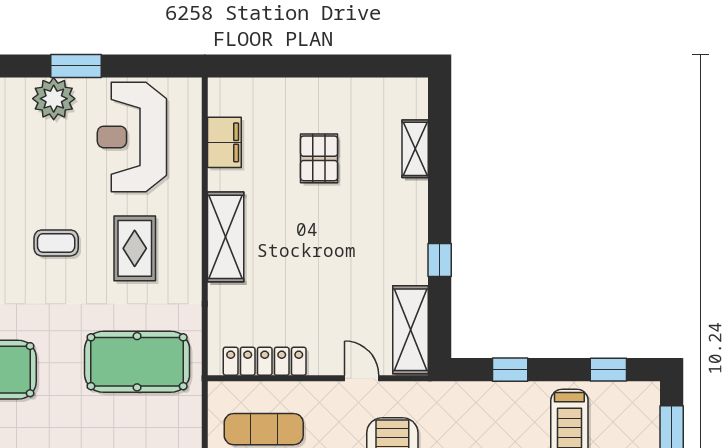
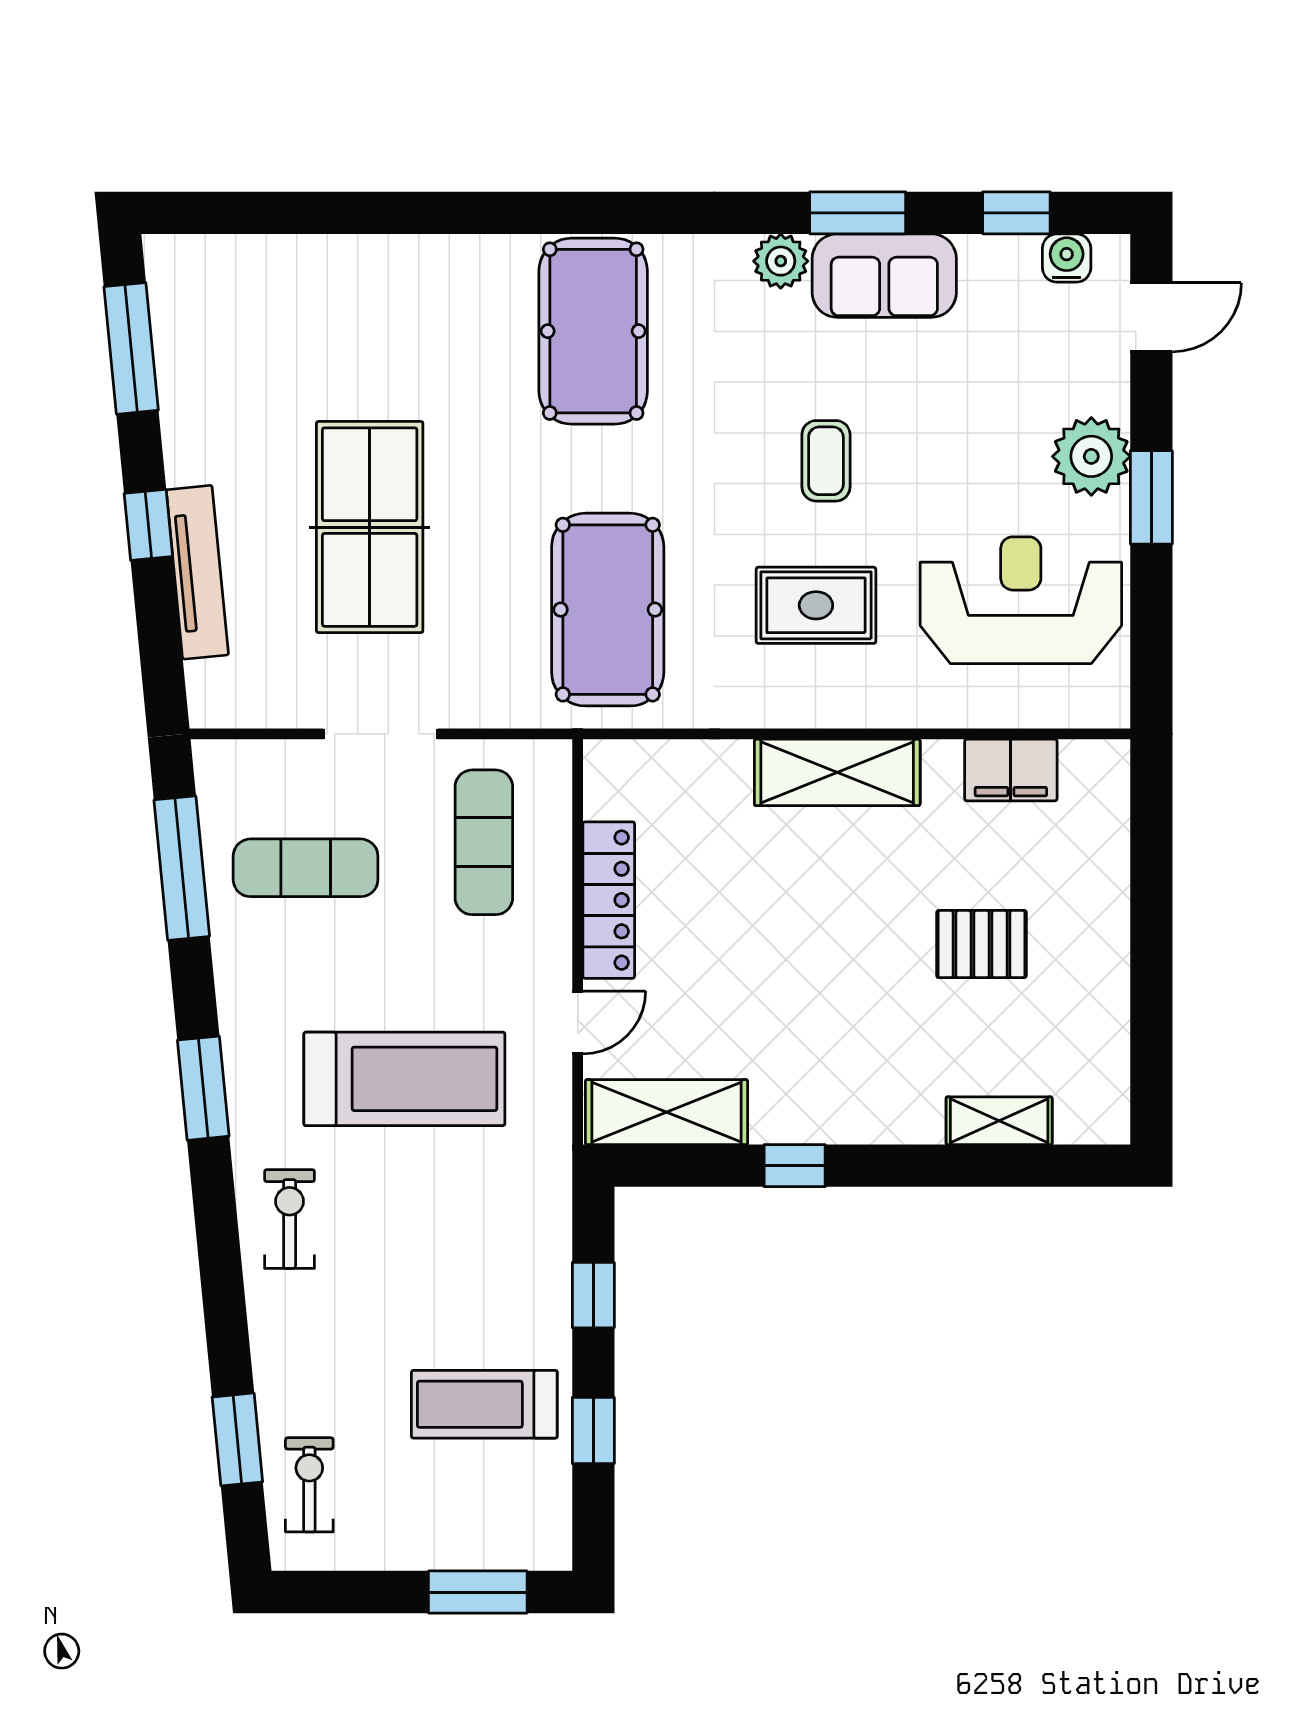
locker: (265, 361) -> (609, 900), moved
window: (608, 370) -> (593, 1431), moved

